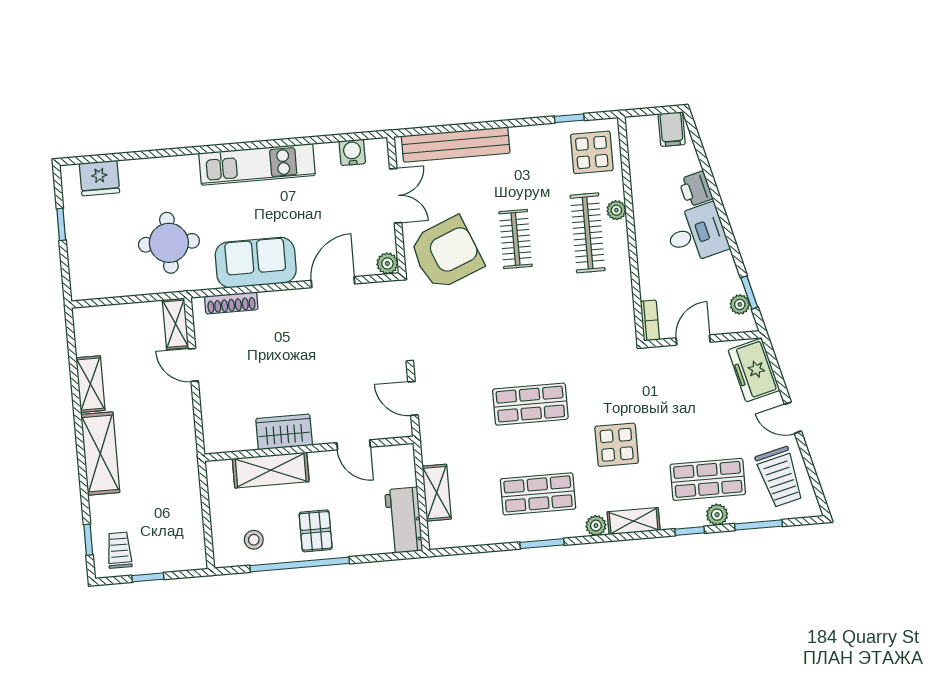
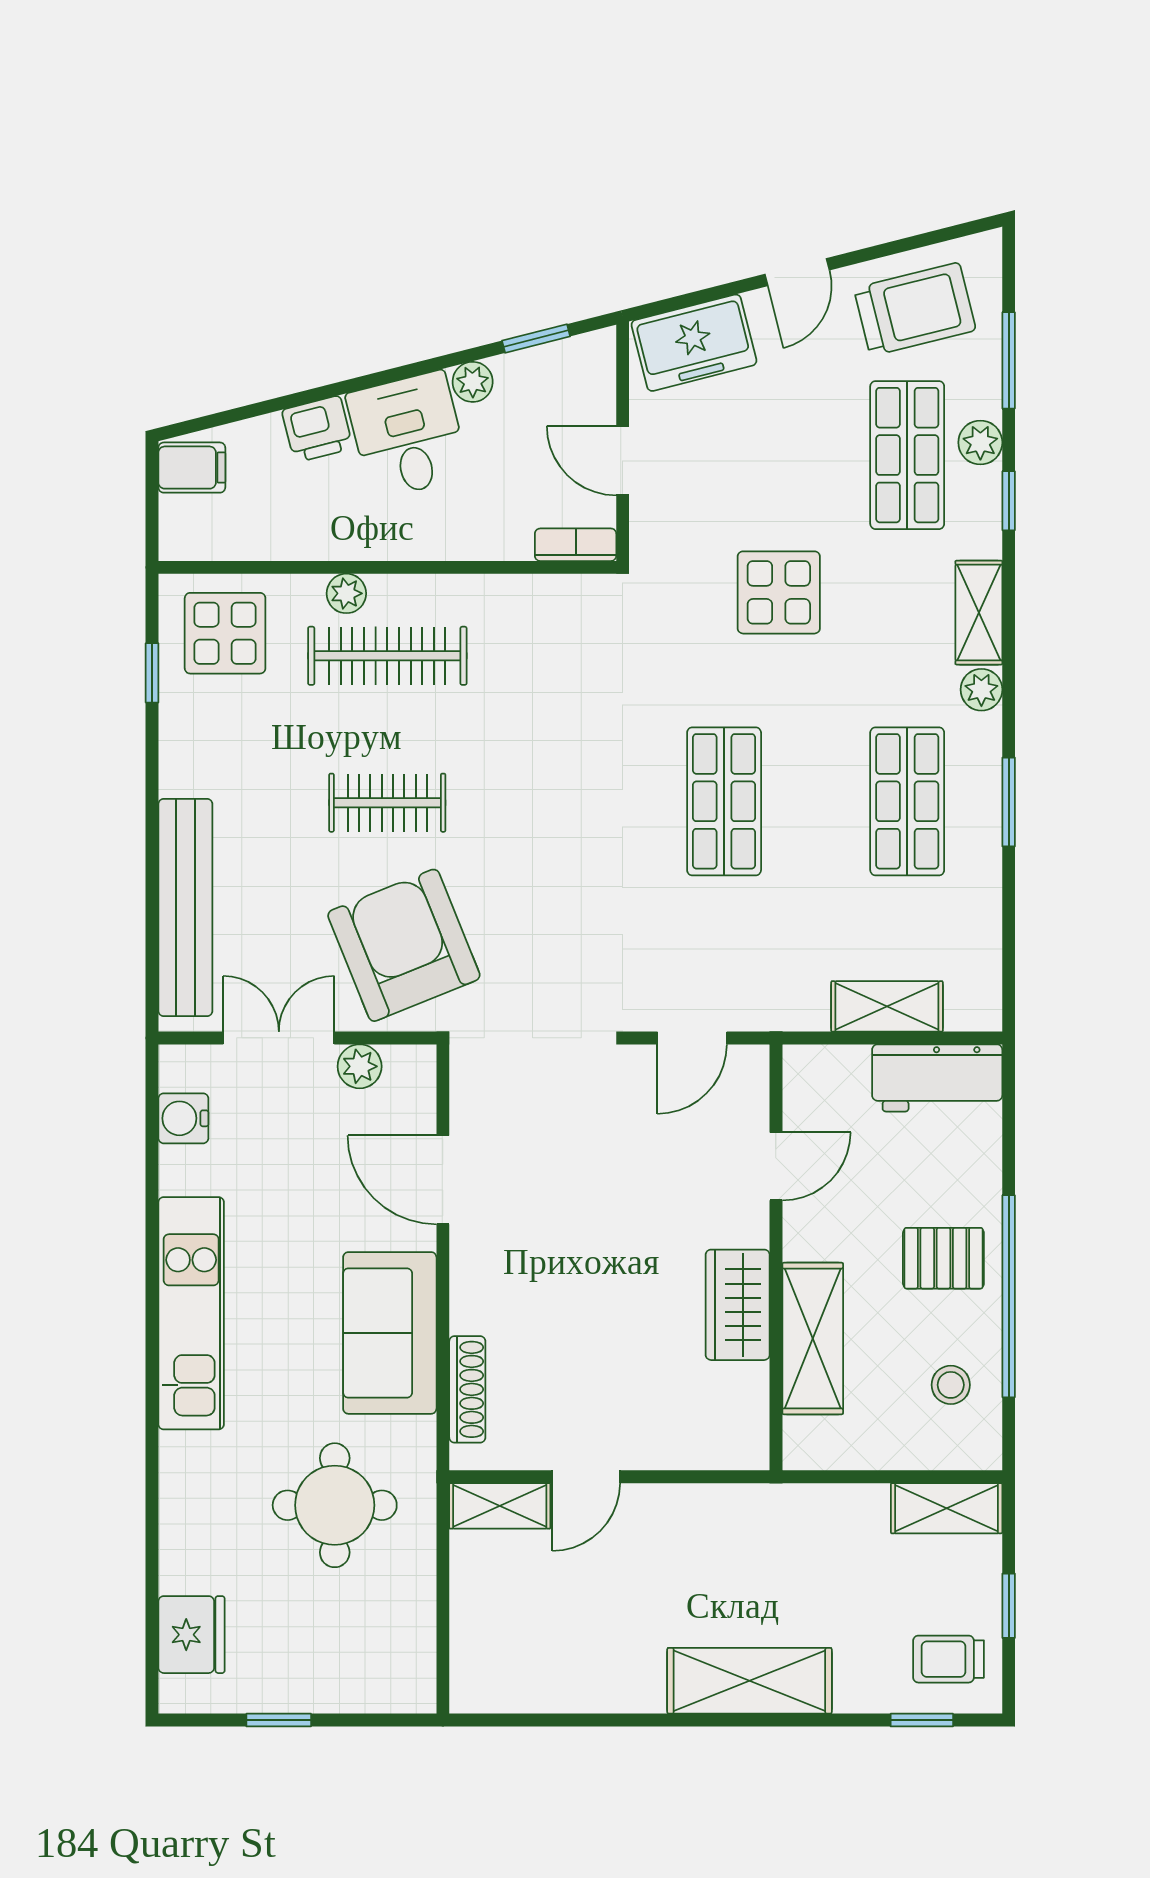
plant: (387, 263) -> (360, 1066), moved
plant: (740, 304) -> (473, 382), moved
shelving: (90, 384) -> (947, 1508), moved
display table: (617, 445) -> (779, 592), moved

